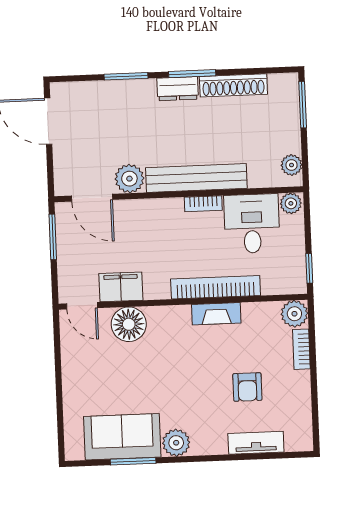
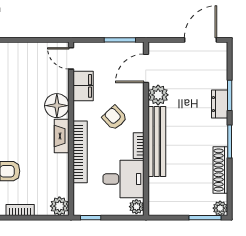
dresser: (178, 89) -> (220, 104), moved
plant: (292, 165) -> (220, 208), moved
armchair: (165, 240) -> (115, 118), added
door: (82, 306) -> (71, 58), hinge flipped
fireplace: (216, 314) -> (62, 136), moved
floor lamp: (129, 324) -> (57, 106), moved
bookcase: (301, 349) -> (20, 210), moved

